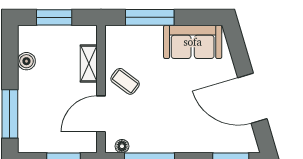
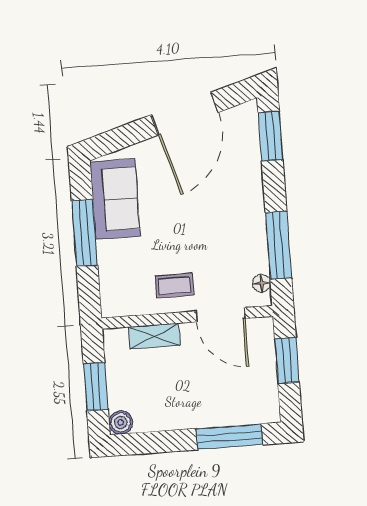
window: (150, 17) -> (85, 233), moved
boiler: (26, 61) -> (121, 422), moved
coffee table: (125, 81) -> (175, 286), turned 53

